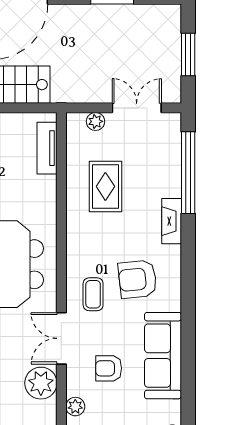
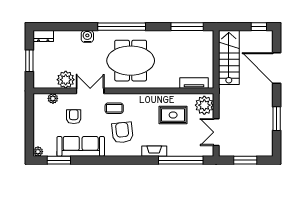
double door: (137, 108) -> (216, 132), swing flipped
plant: (96, 121) -> (204, 105), width x1.87, depth x1.87
window: (188, 395) -> (59, 160), added

